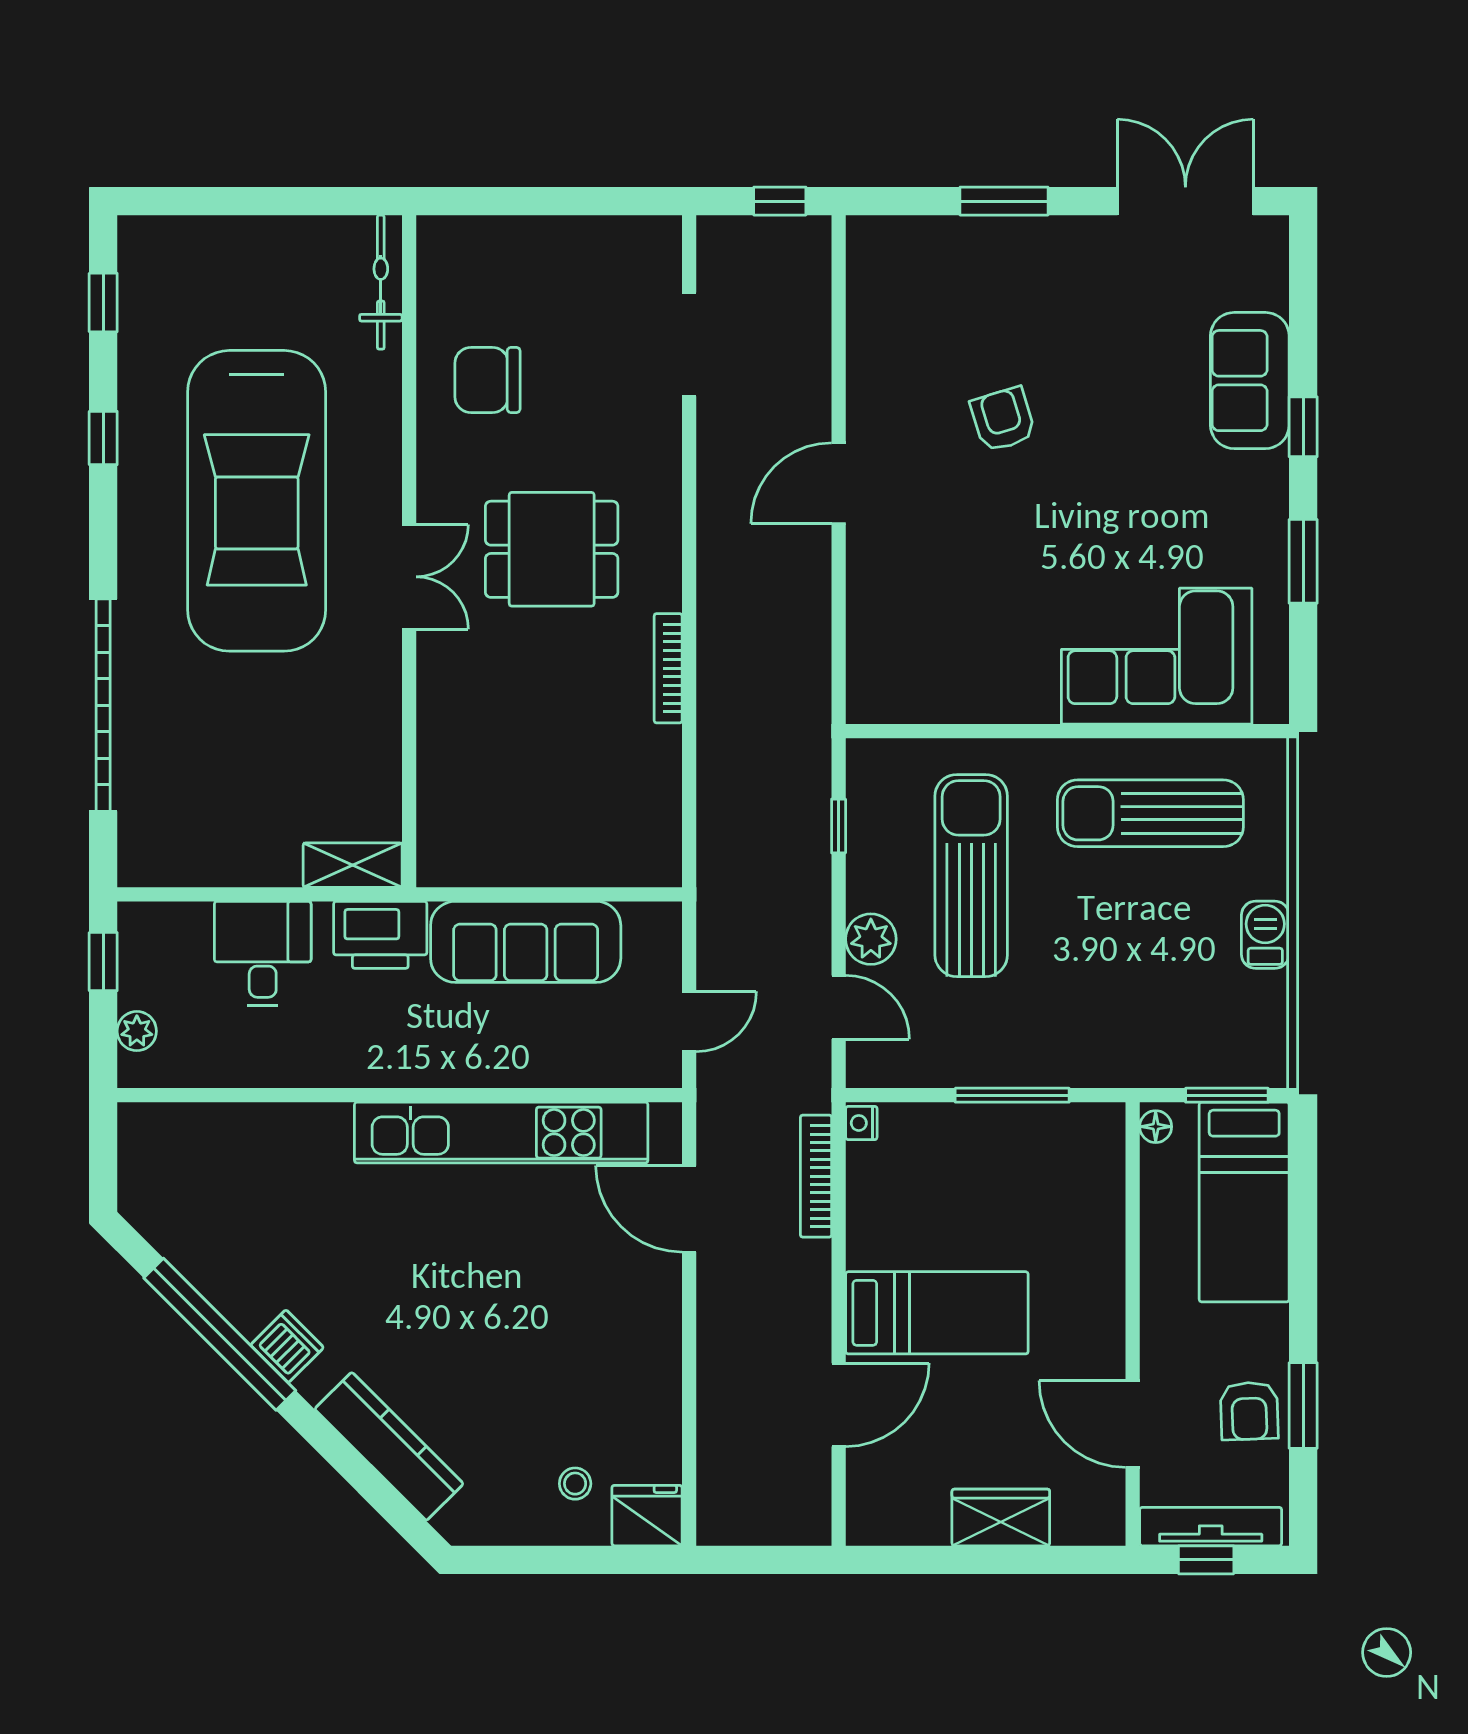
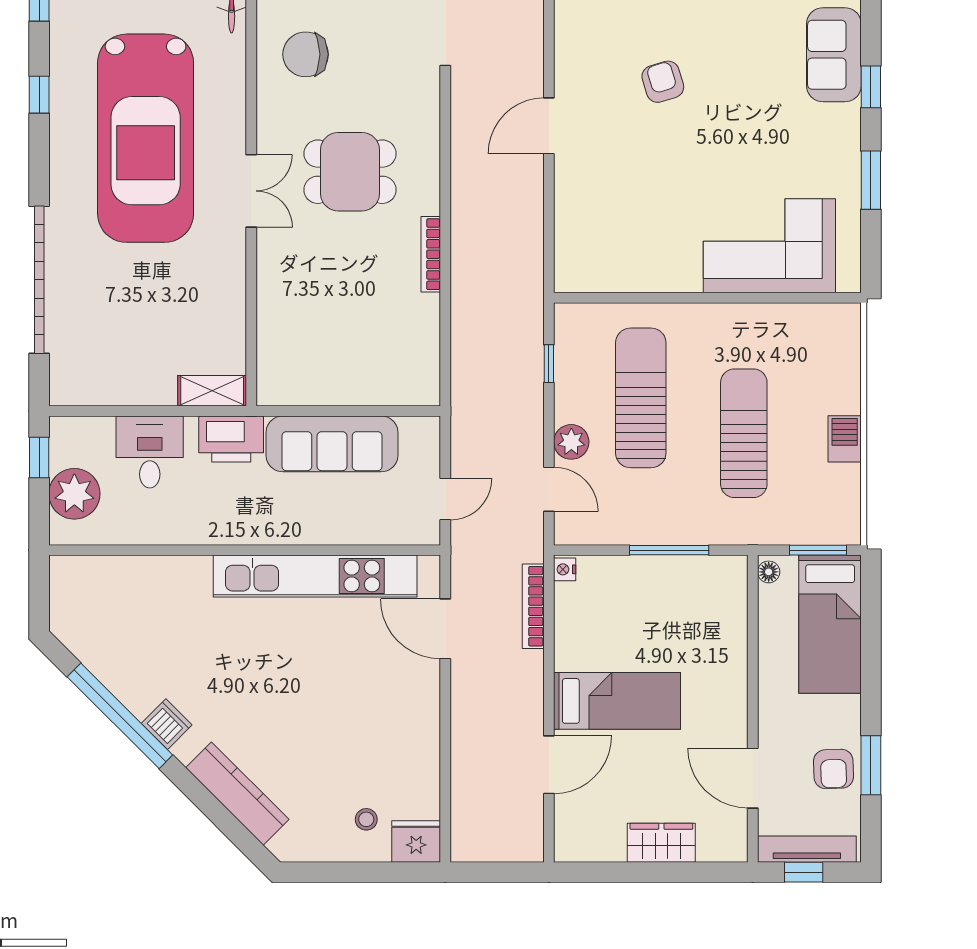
sun lounger: (1150, 813) -> (744, 433), moved, turned 90
plant: (137, 1031) -> (74, 494), width x1.87, depth x1.87

